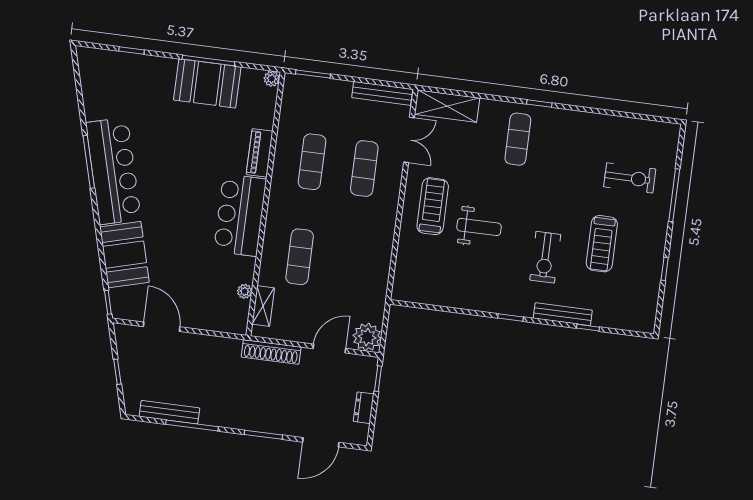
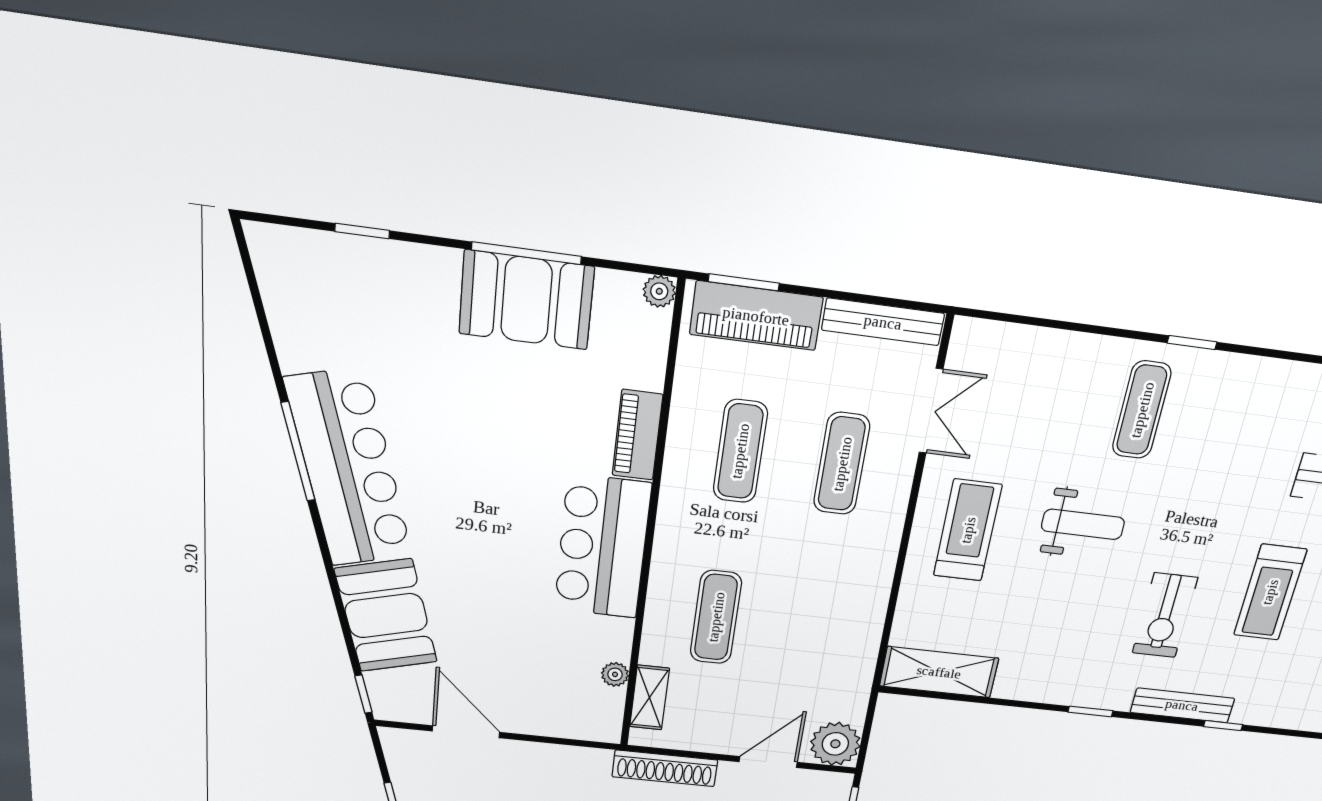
piano: (319, 91) -> (756, 316), added
shelving: (447, 106) -> (939, 672), moved
weight bench: (479, 227) -> (1083, 524), moved

